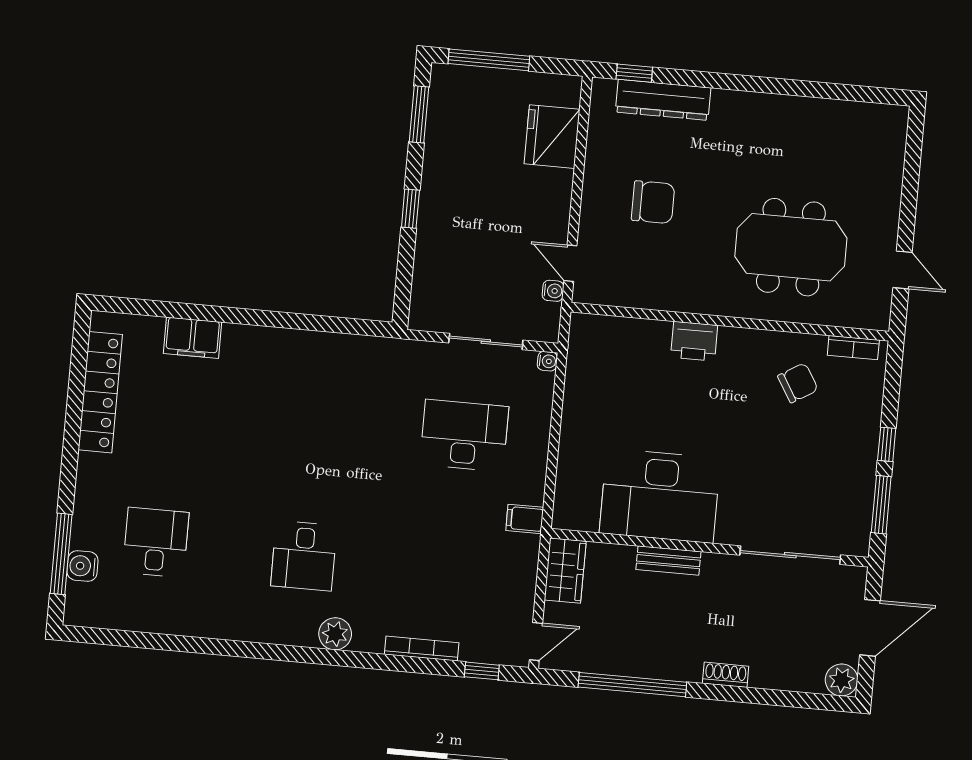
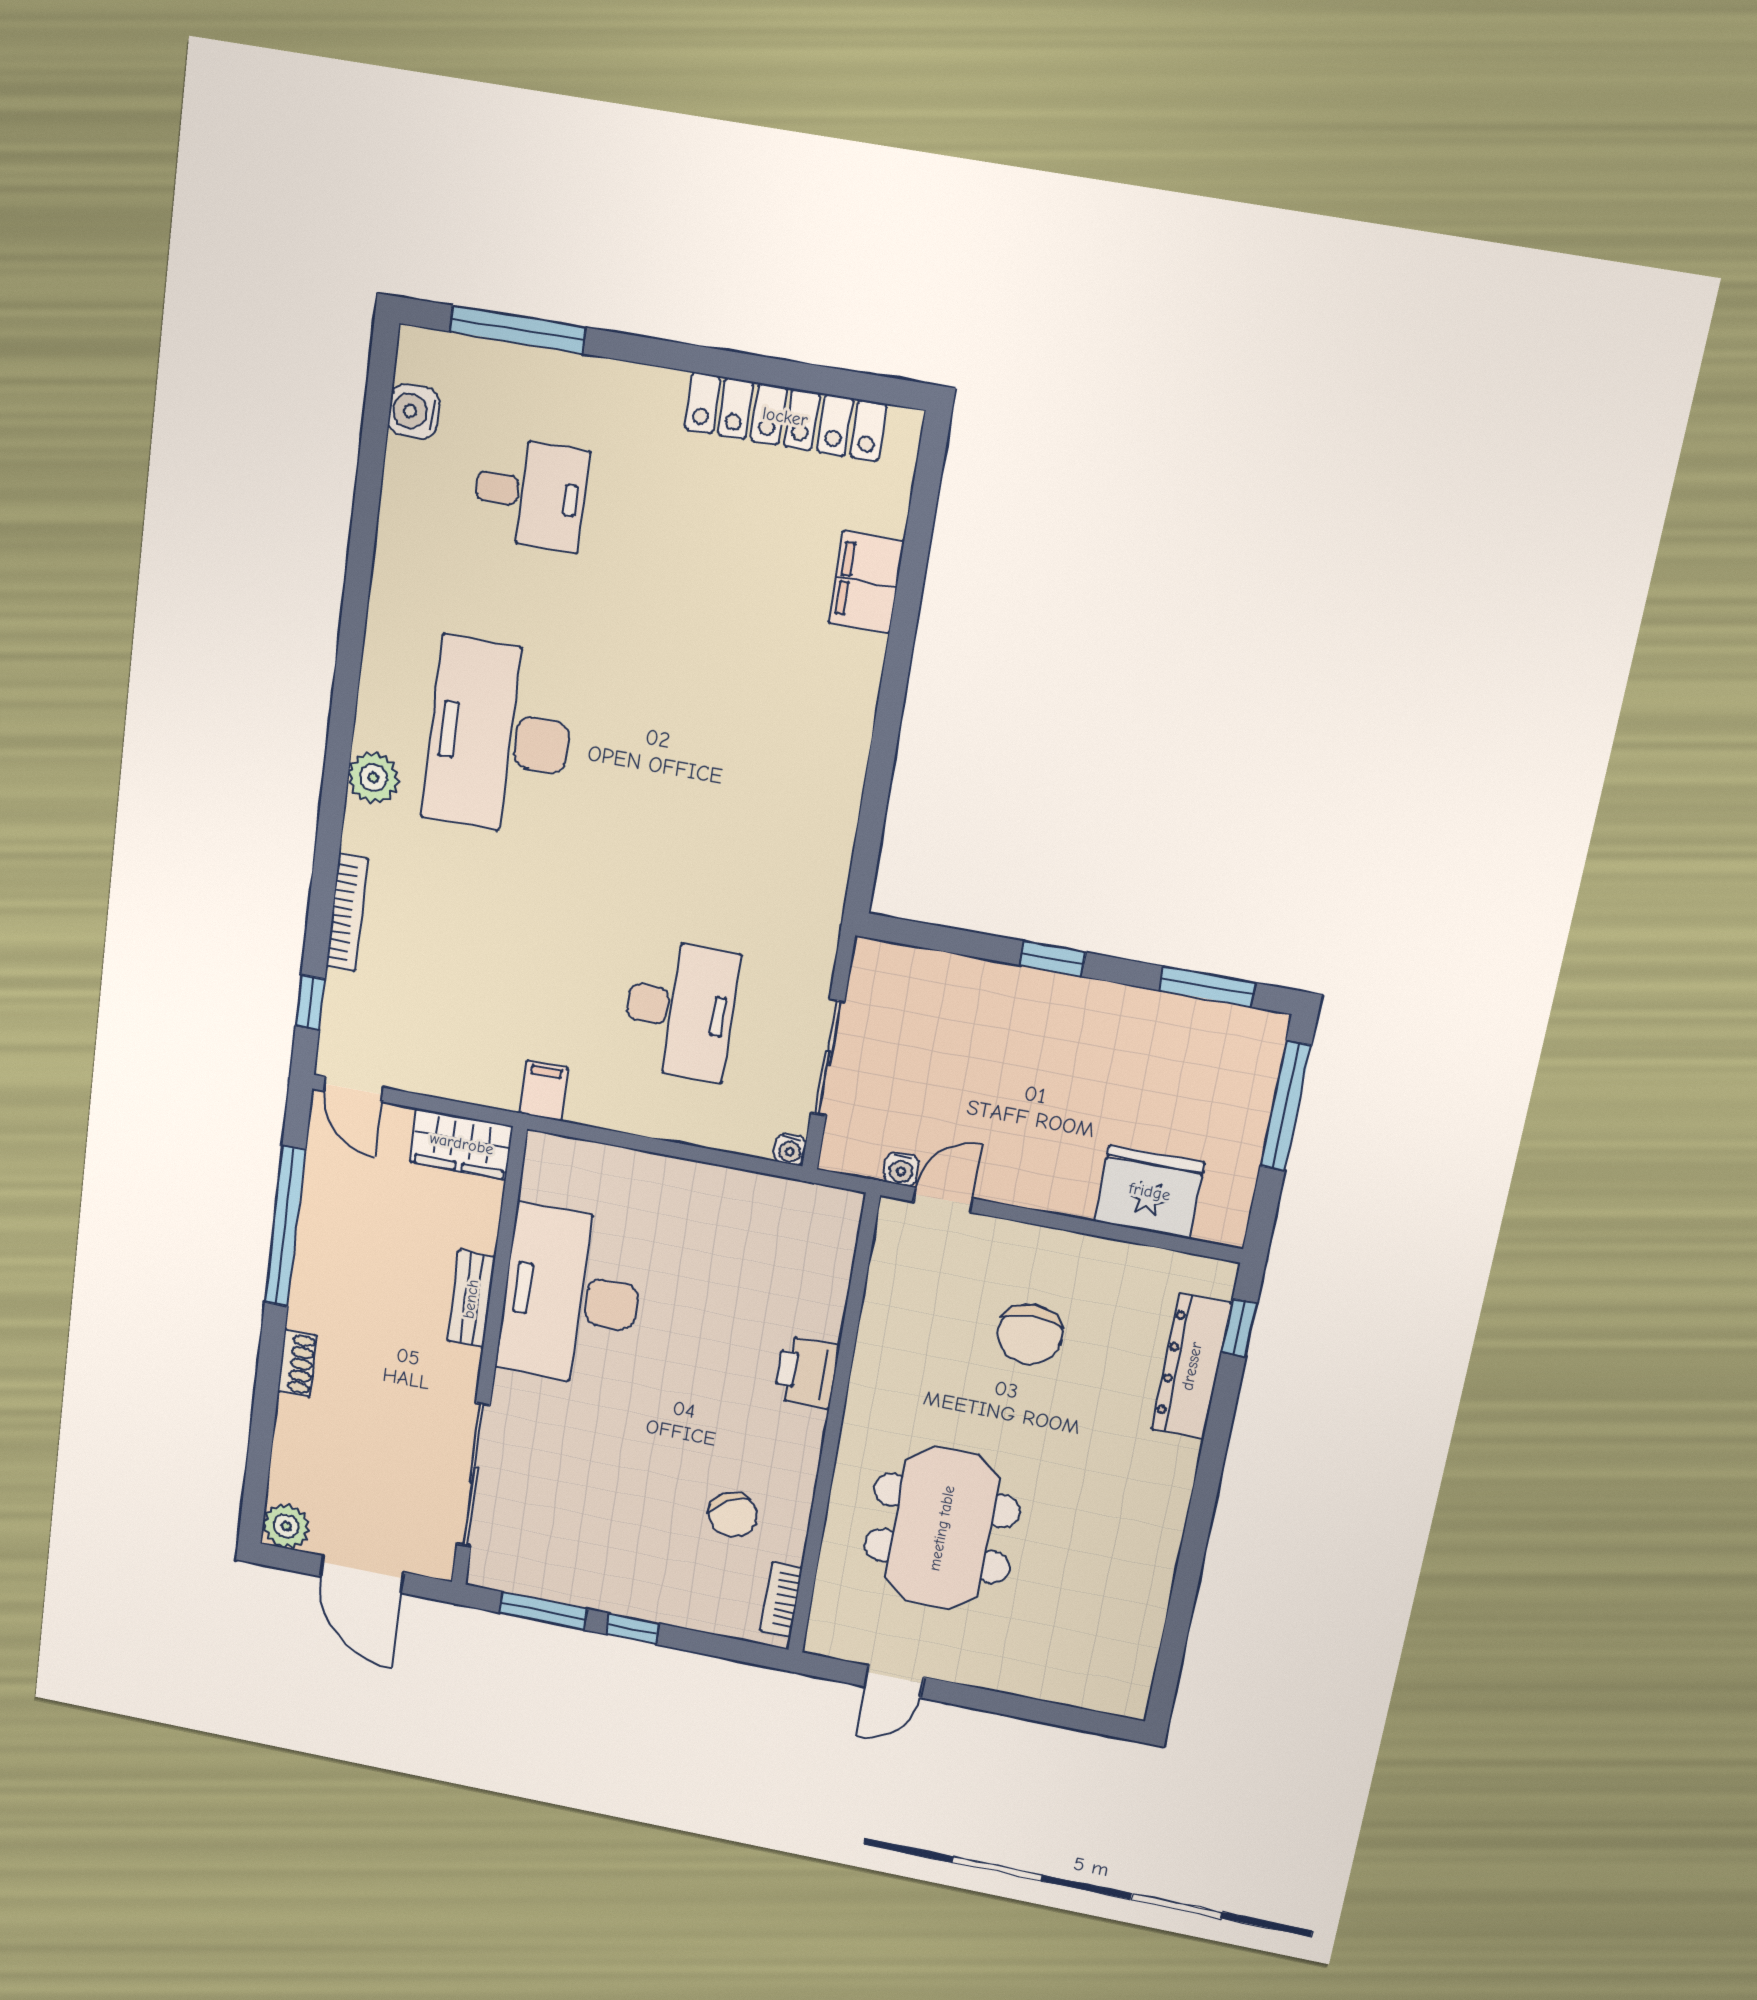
desk: (304, 556) -> (499, 738), width x1.87, depth x1.30
water cooler: (83, 566) -> (414, 412), moved, turned -90

